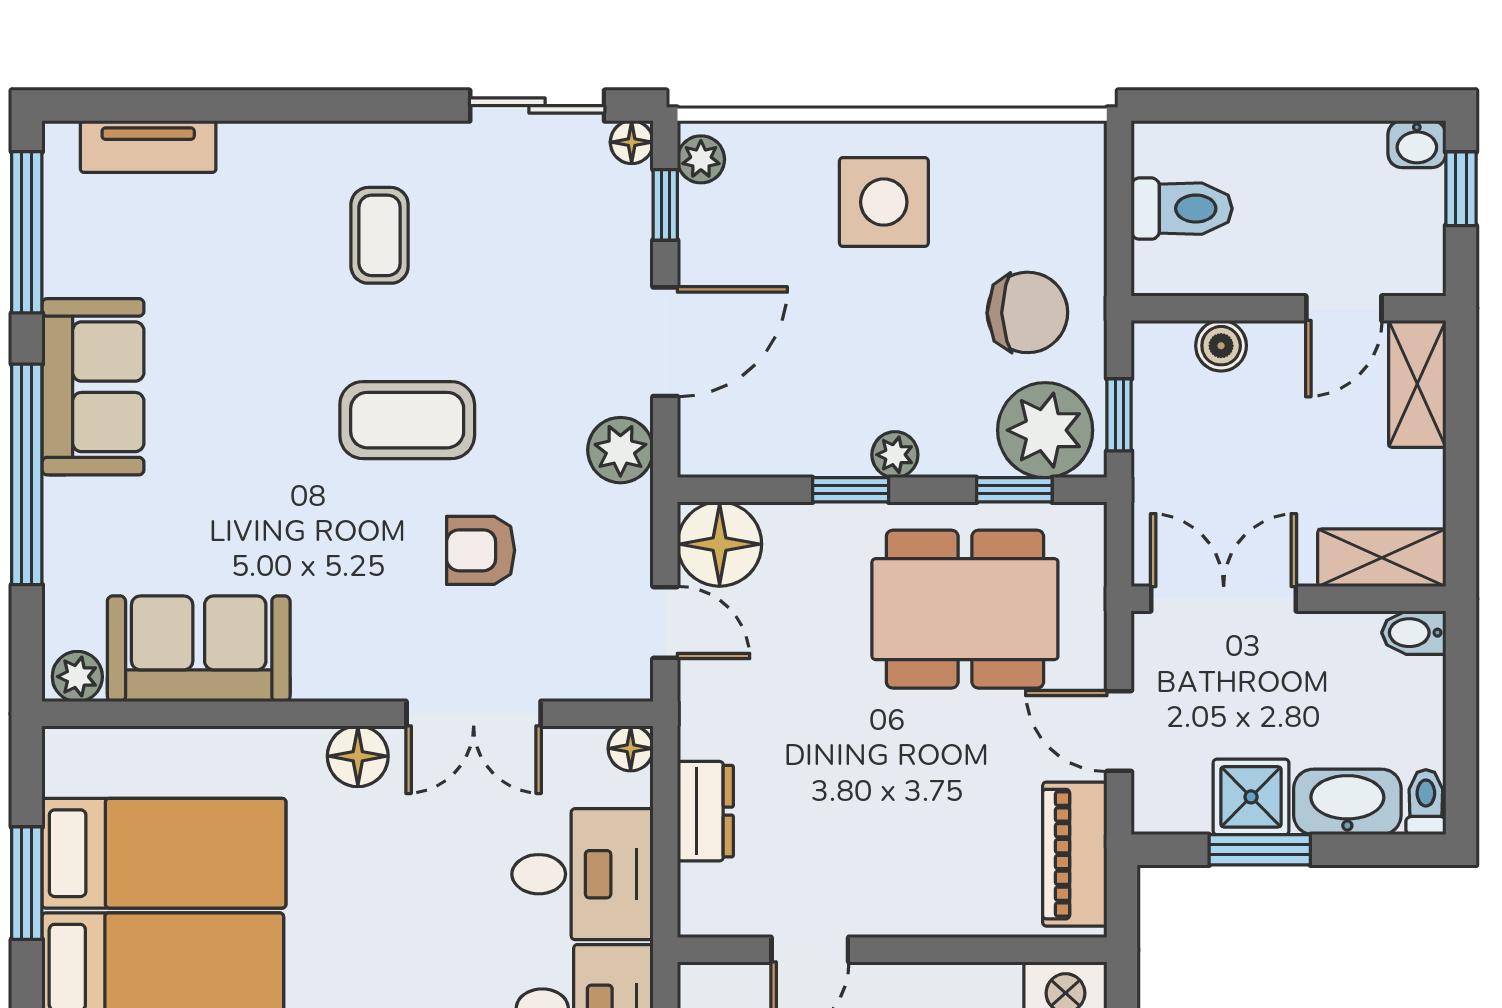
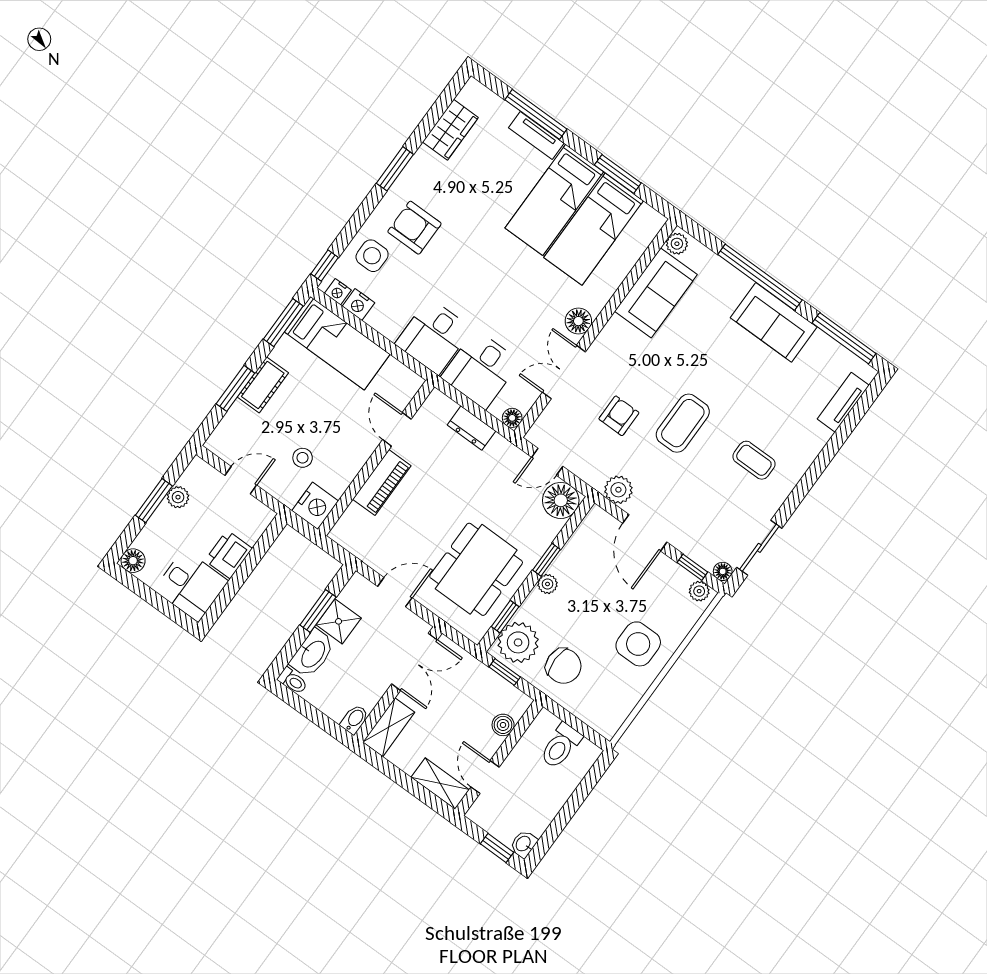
chair: (1027, 312) -> (563, 666), turned -89
piano: (1075, 854) -> (382, 483), moved, turned 90

